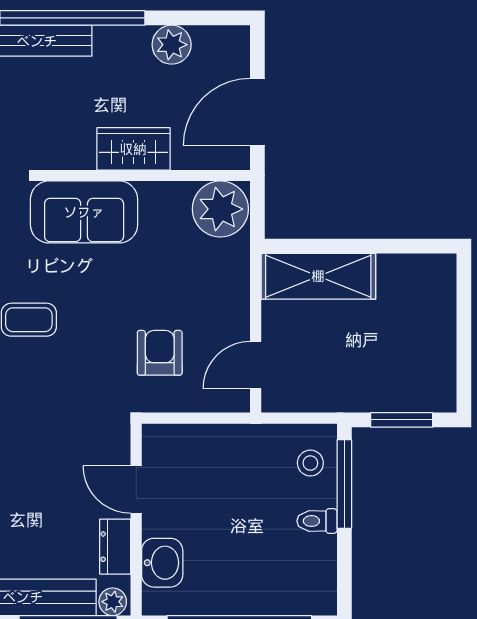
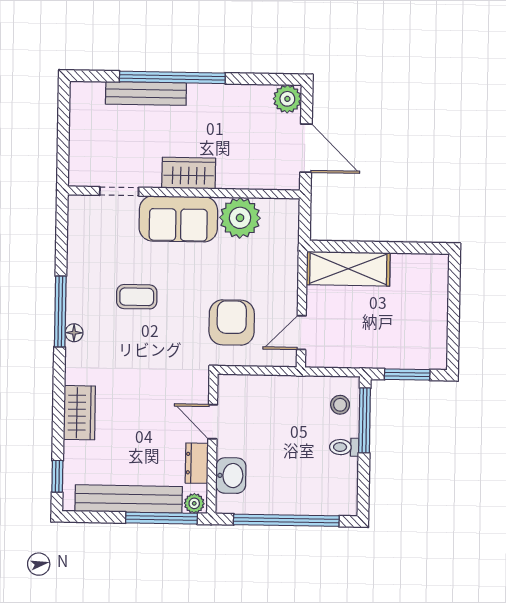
plant: (172, 45) -> (287, 99), moved
door: (257, 112) -> (306, 148), swing flipped
wardrobe: (133, 149) -> (189, 173), moved
plant: (220, 209) -> (240, 218), moved
armchair: (160, 353) -> (232, 323), width x1.38, depth x1.38

